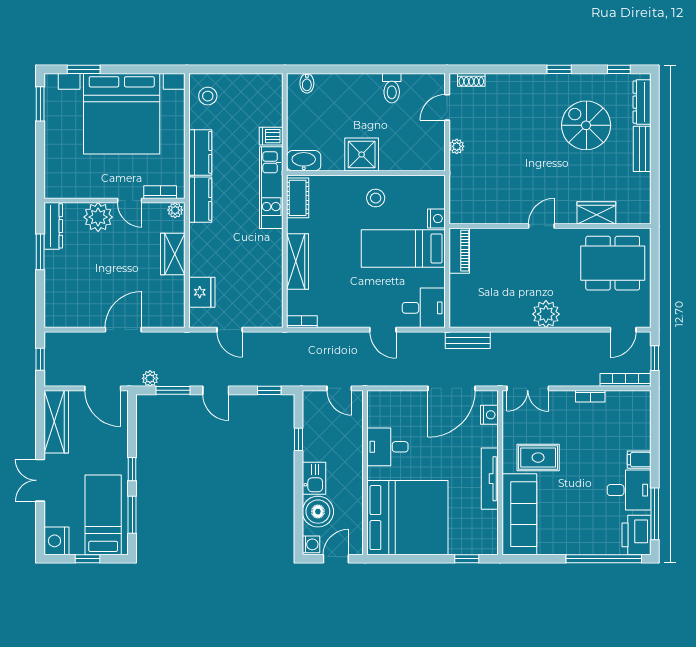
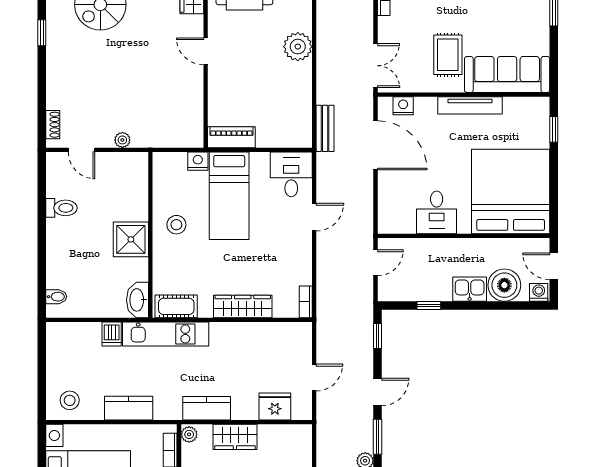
kitchen counter: (200, 200) -> (207, 408), moved

